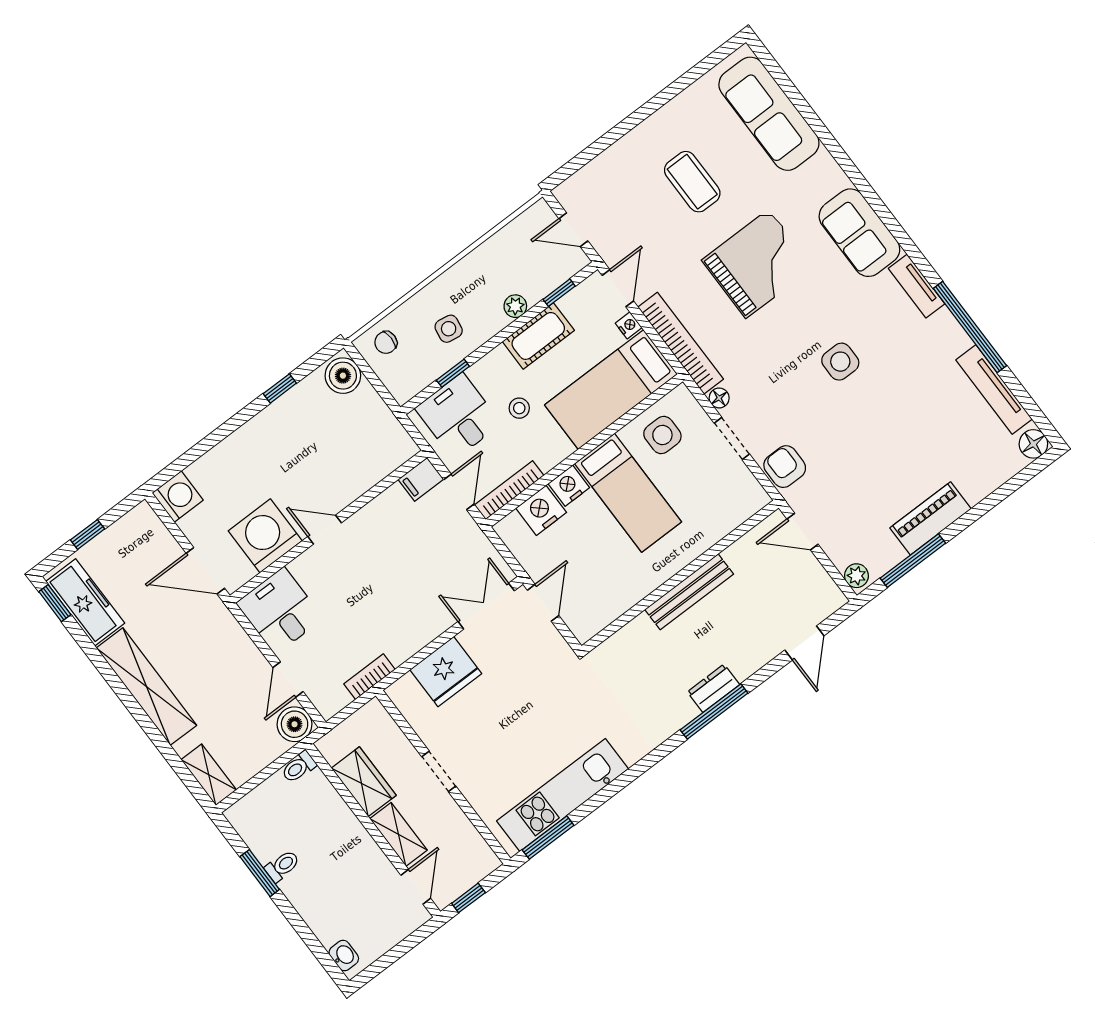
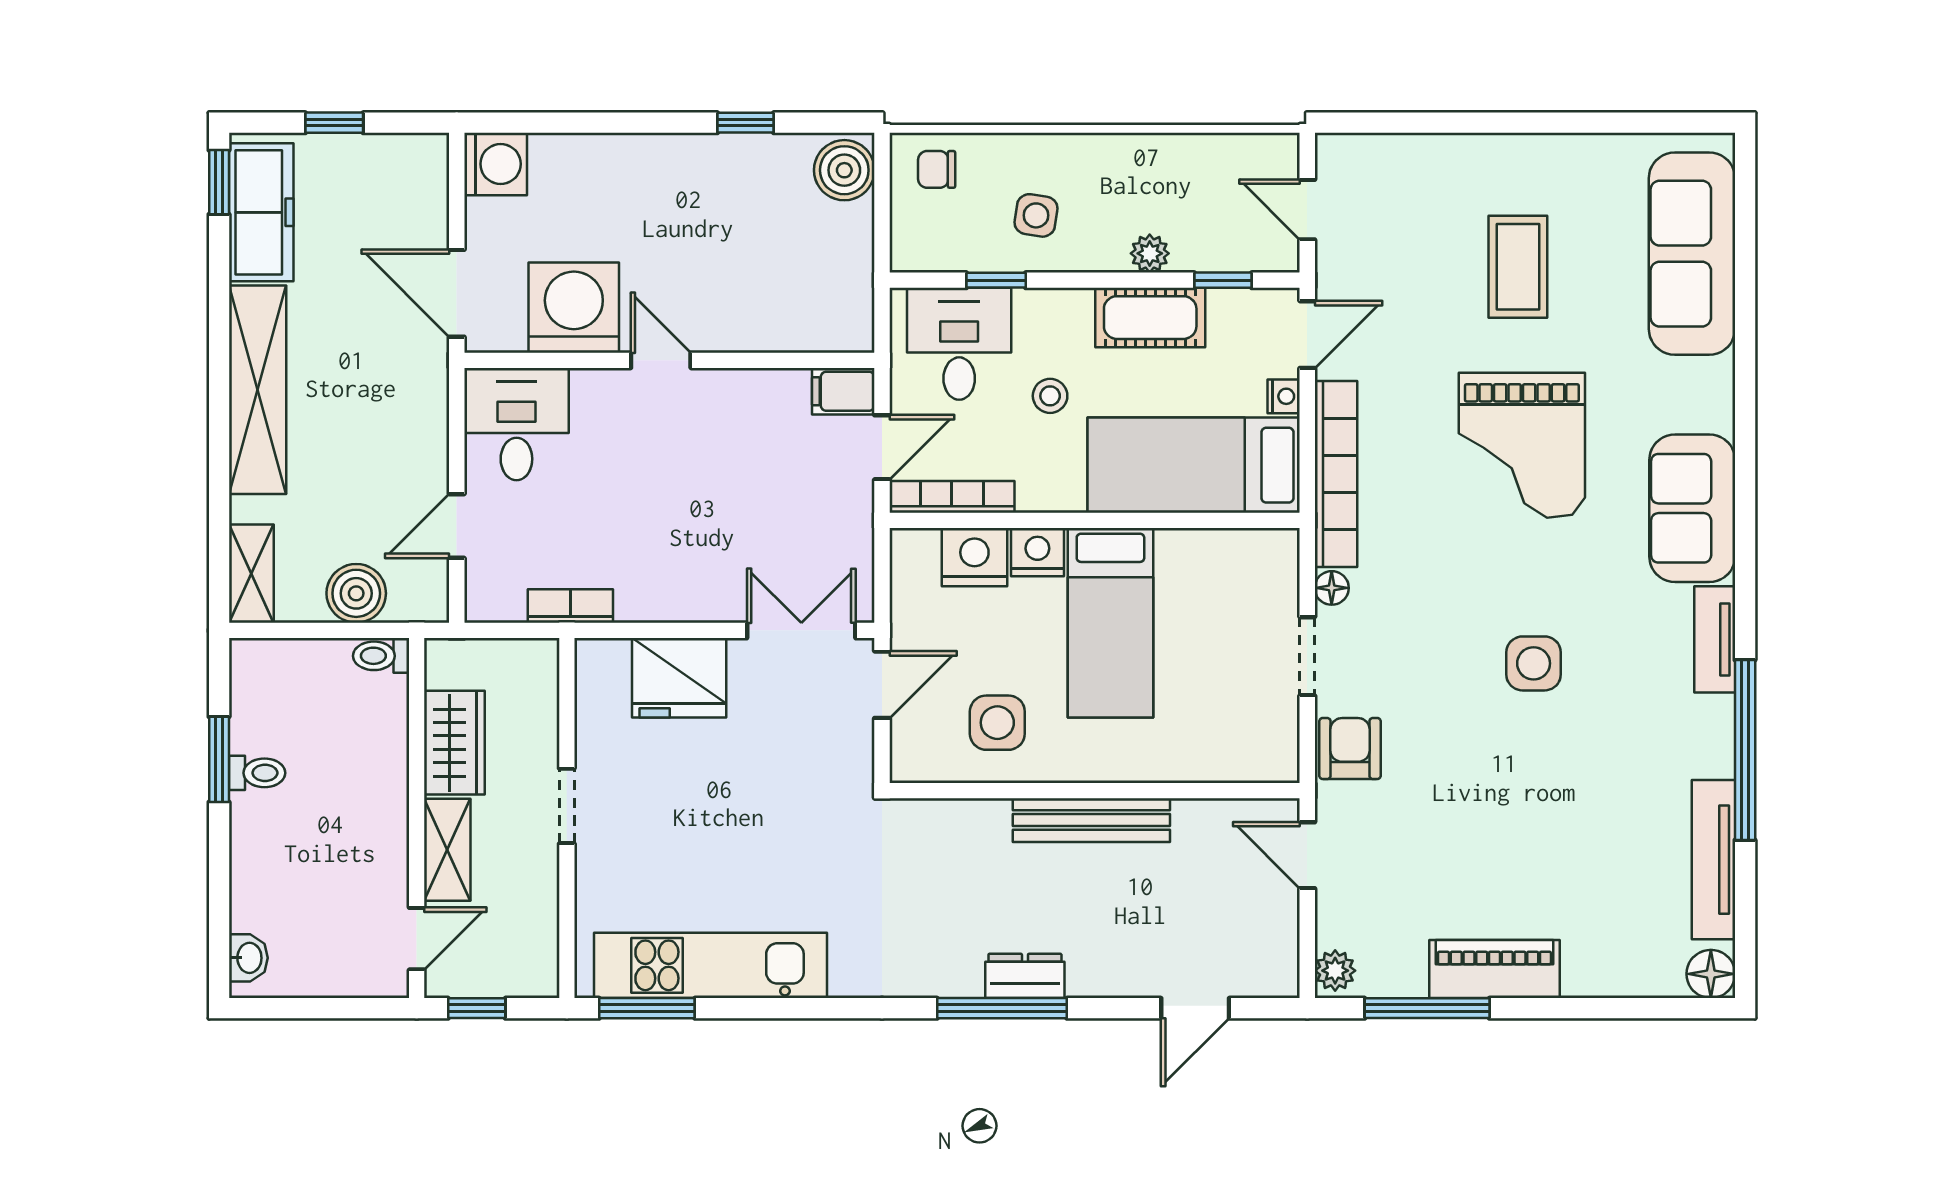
grand piano: (757, 264) -> (1522, 445), turned 90
side table: (662, 435) -> (997, 723), moved
boiler: (295, 724) -> (356, 593), moved

